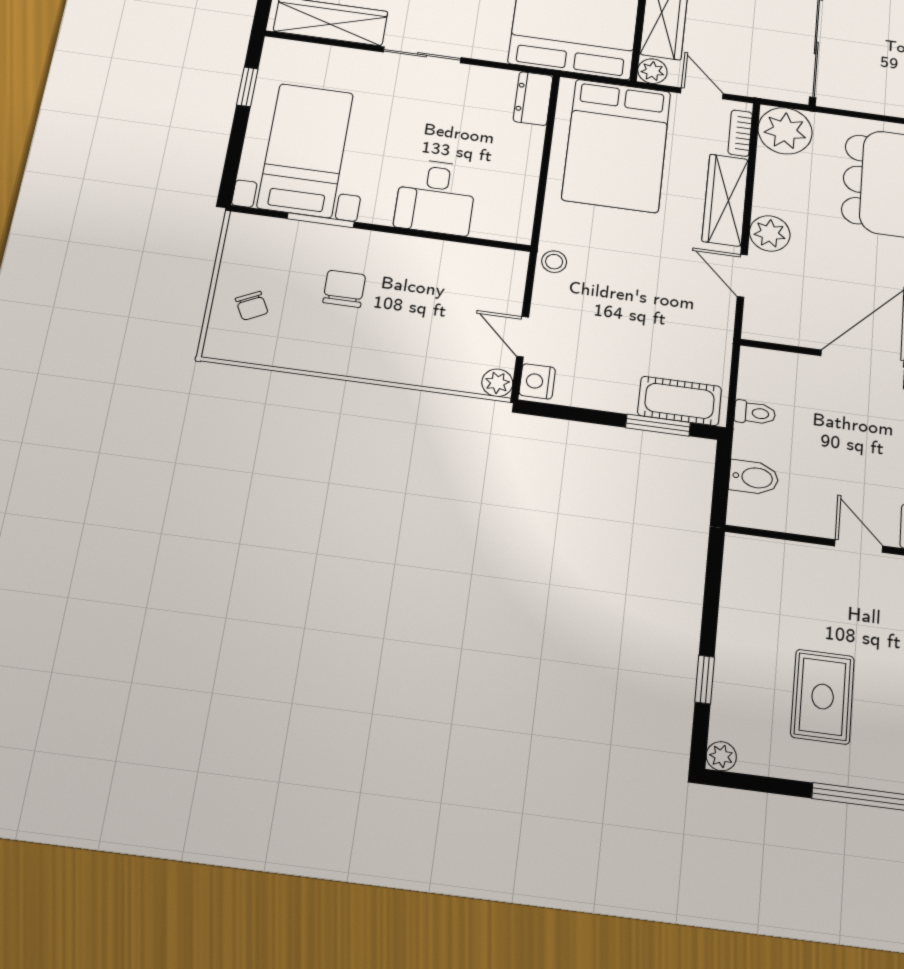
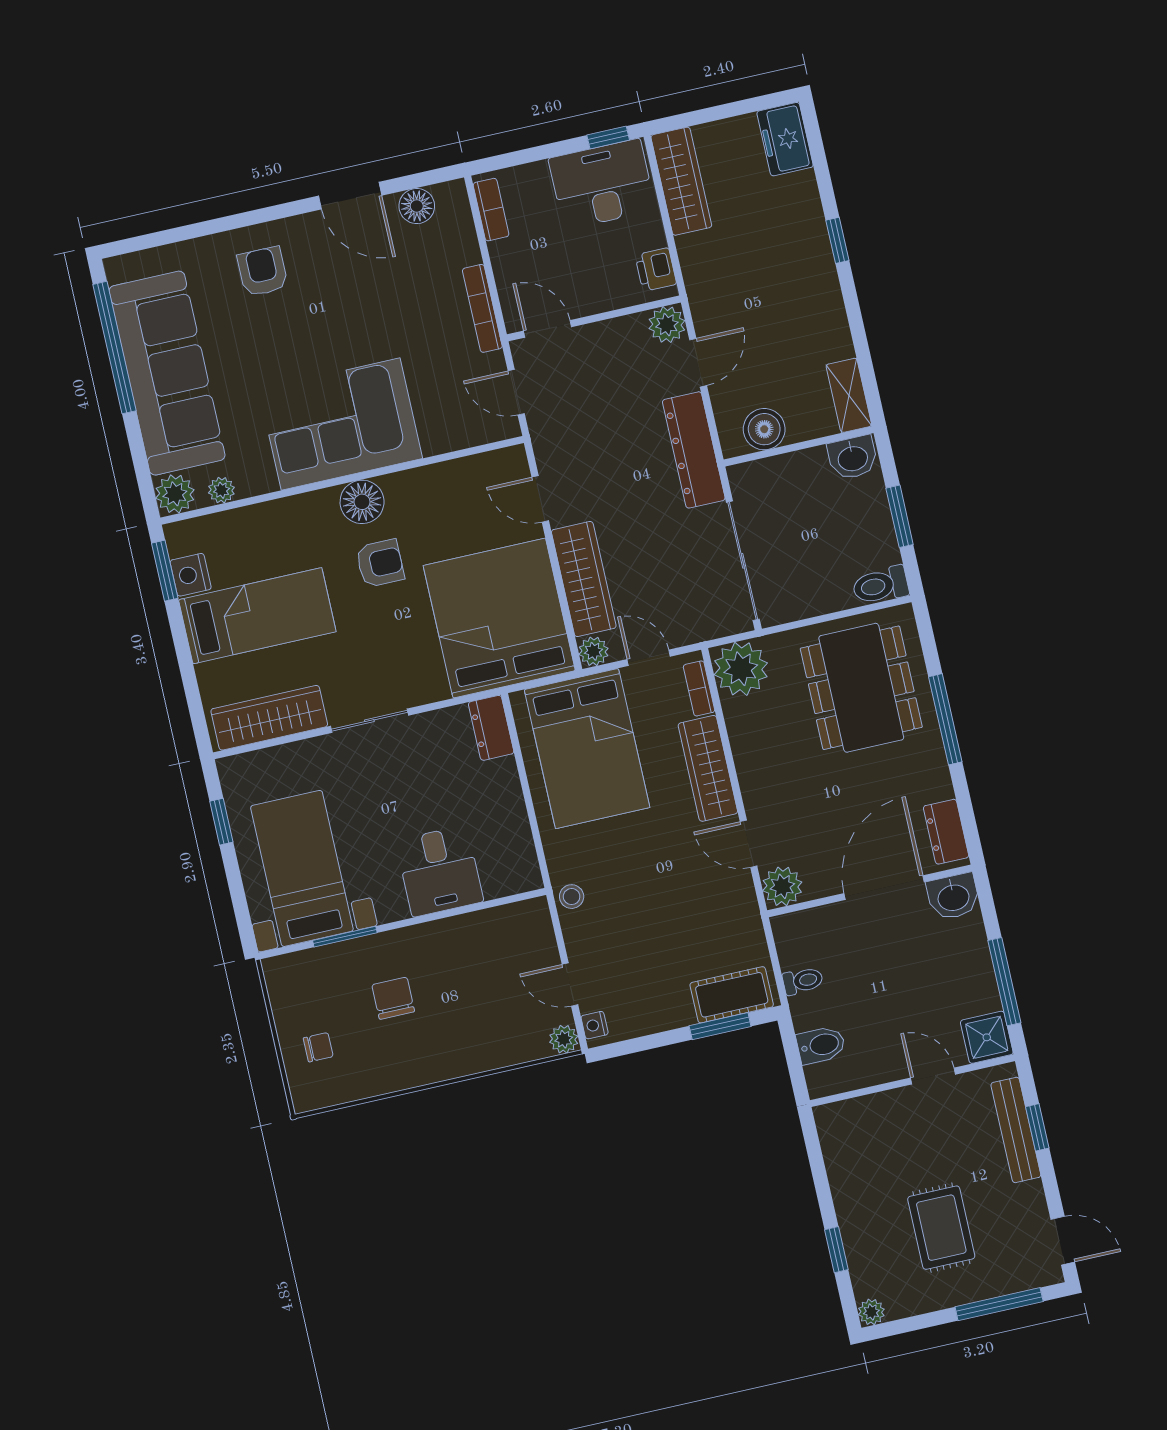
plant: (770, 233) -> (782, 886), moved
chair: (252, 306) -> (318, 1047), turned -63
nightstand: (537, 381) -> (595, 1025), width x0.72, depth x0.74

